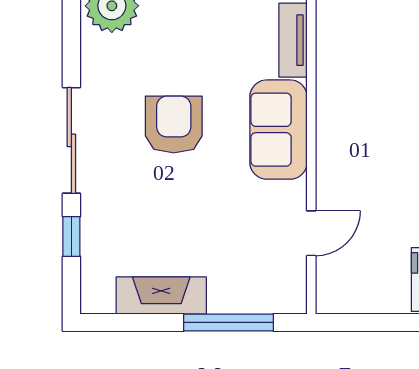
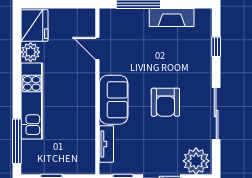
sliding door: (71, 140) -> (216, 114), moved
door: (311, 233) -> (97, 48), hinge flipped

